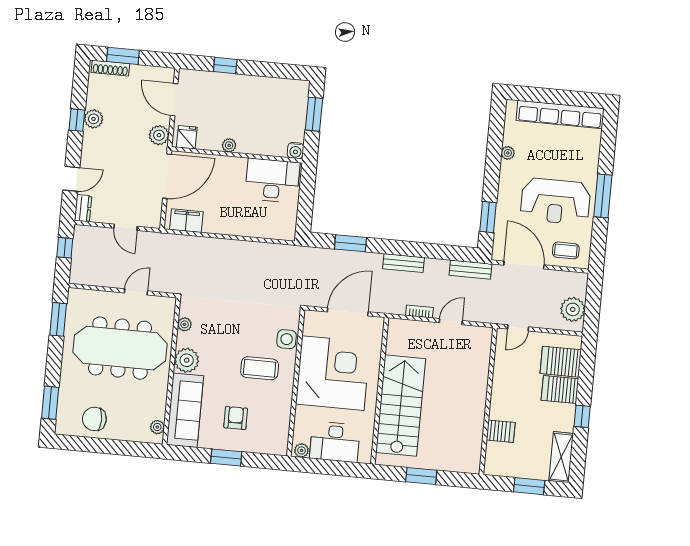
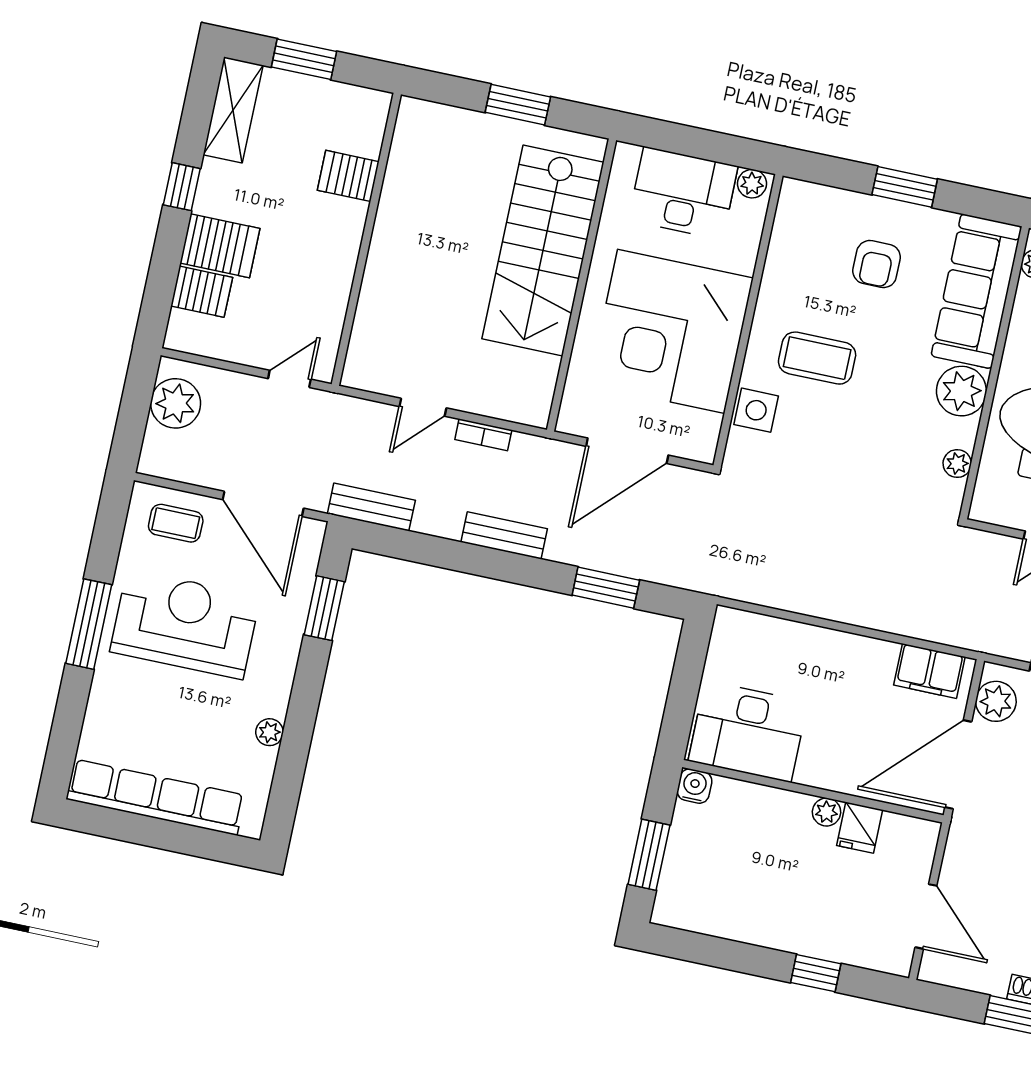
plant: (159, 135) -> (996, 701), moved
fridge: (187, 137) -> (860, 828), moved
server rack: (561, 362) -> (202, 292), width x0.73, depth x0.70

